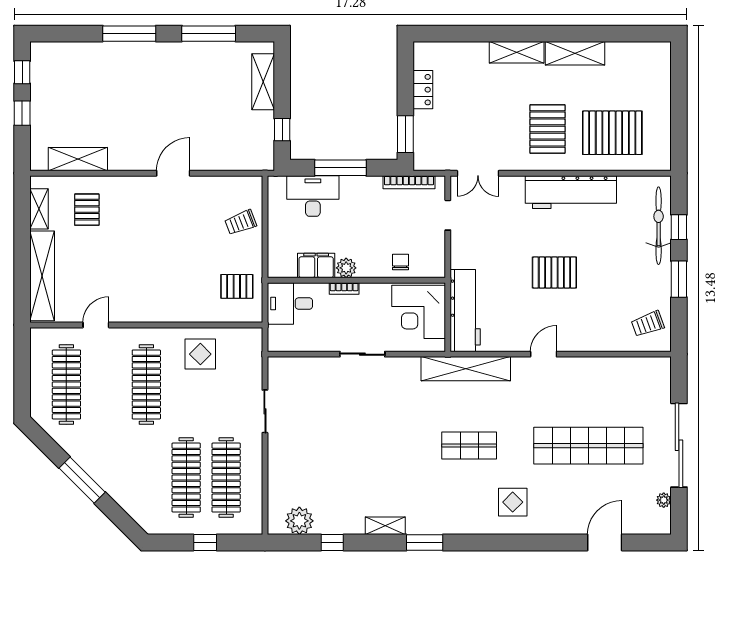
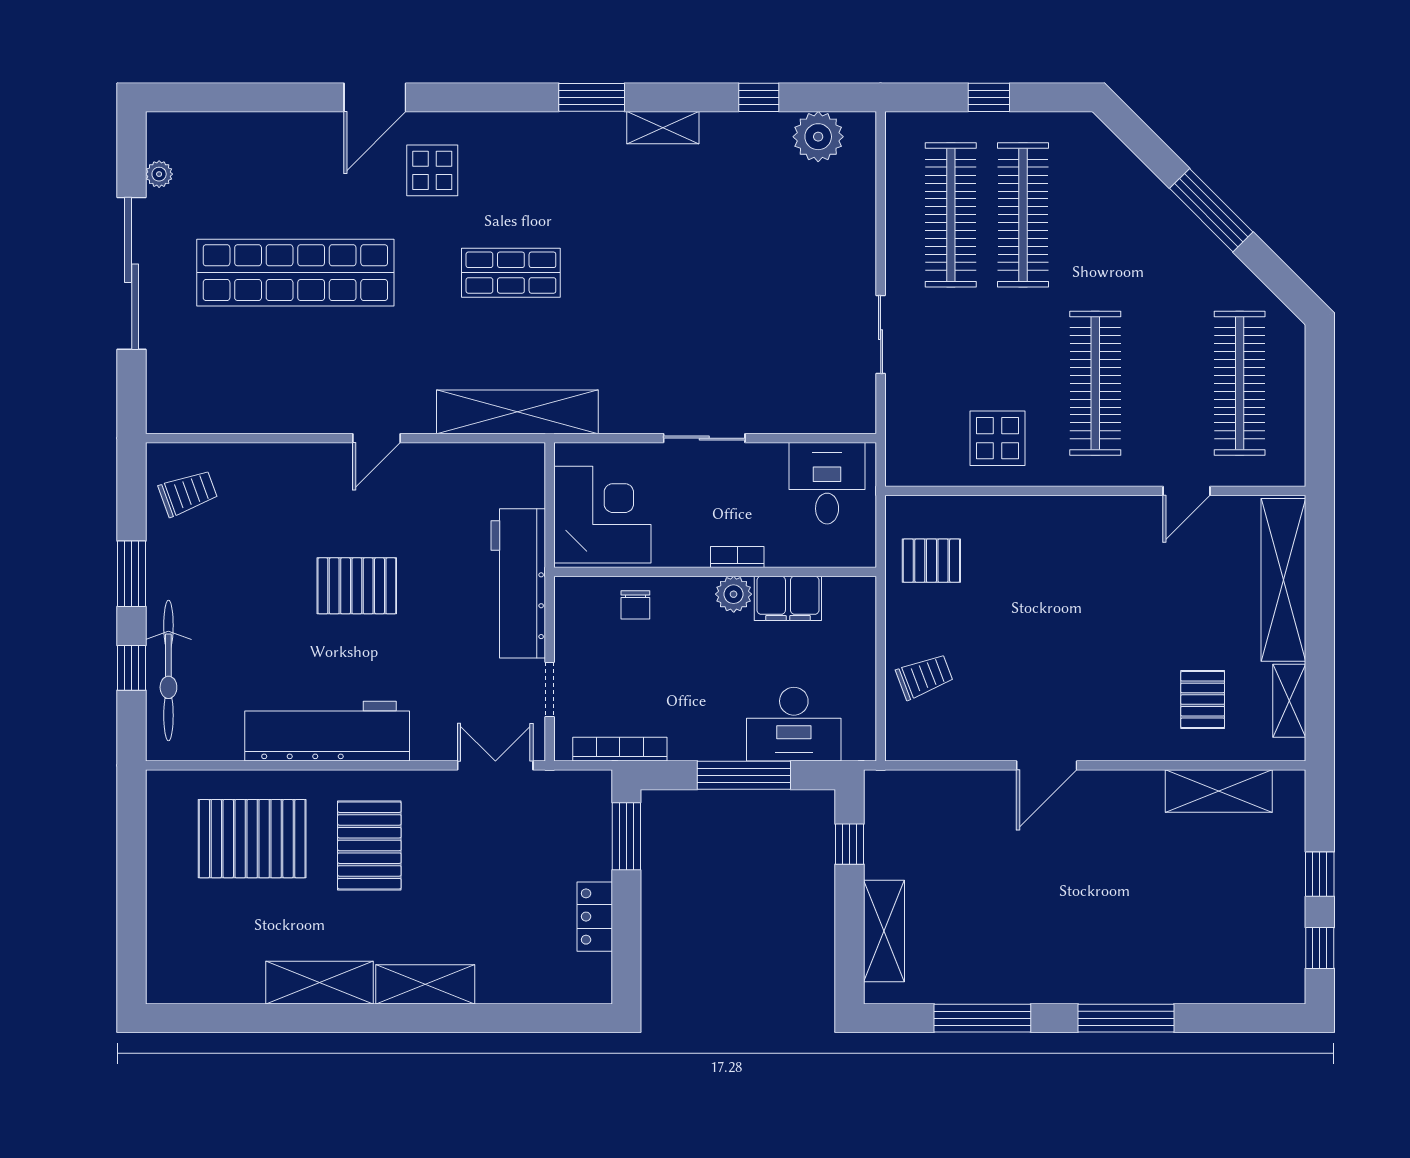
desk: (290, 304) -> (827, 483), moved, turned -90
workbench: (465, 311) -> (518, 583), moved
door: (605, 542) -> (375, 97), moved

